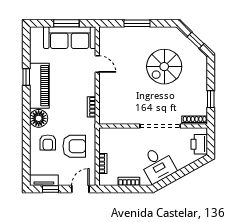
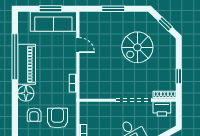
window: (26, 77) -> (15, 57), width x3.17
printer: (199, 144) -> (162, 109), moved, turned -90
armchair: (74, 146) -> (57, 118), turned -90

